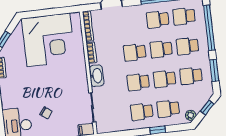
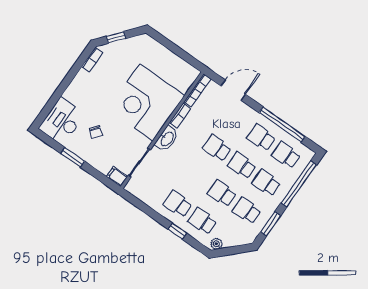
corner desk: (48, 40) -> (146, 102), moved, turned 90
school desk: (138, 82) -> (197, 176), removed
window: (207, 107) -> (236, 250), removed

